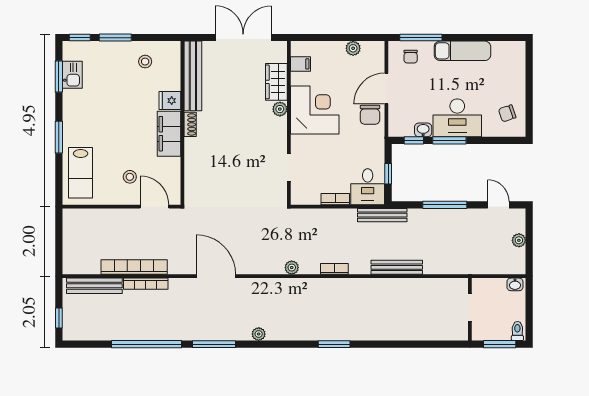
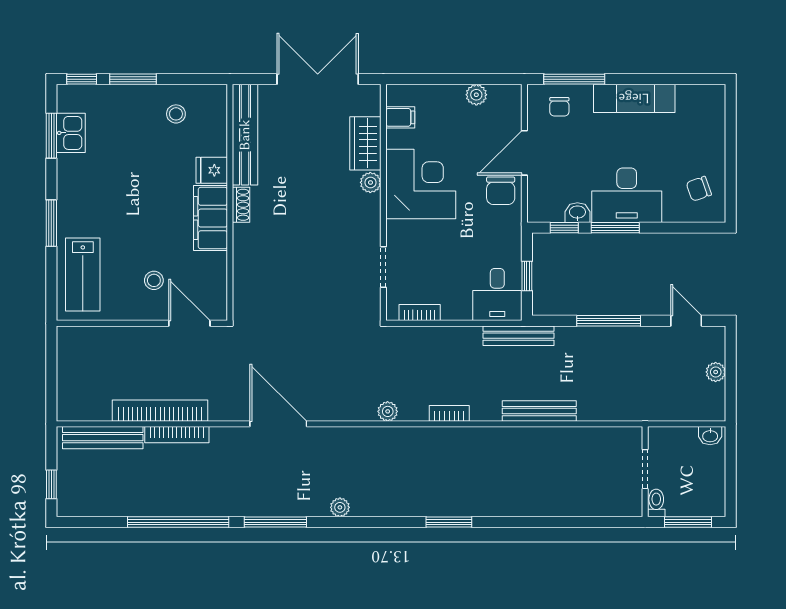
bookcase: (335, 199) -> (420, 313), moved
toilet: (517, 331) -> (656, 503), moved

